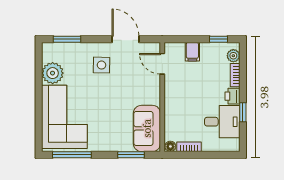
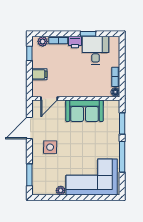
plant: (53, 73) -> (61, 190), width x0.53, depth x0.53
sofa: (147, 128) -> (84, 111), moved
window: (72, 155) -> (122, 157), moved

